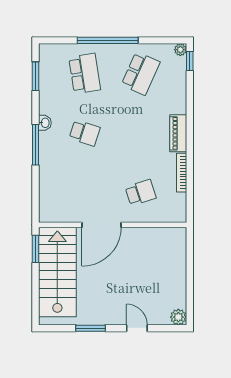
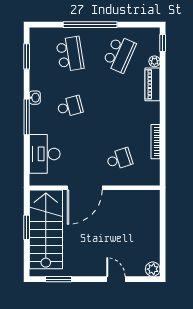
plant: (180, 50) -> (154, 61), moved
school desk: (85, 133) -> (70, 107), turned -33
piano: (178, 133) -> (153, 84), moved
desk: (56, 187) -> (45, 154), added
window: (36, 249) -> (27, 227), moved
window: (90, 328) -> (59, 279), moved

